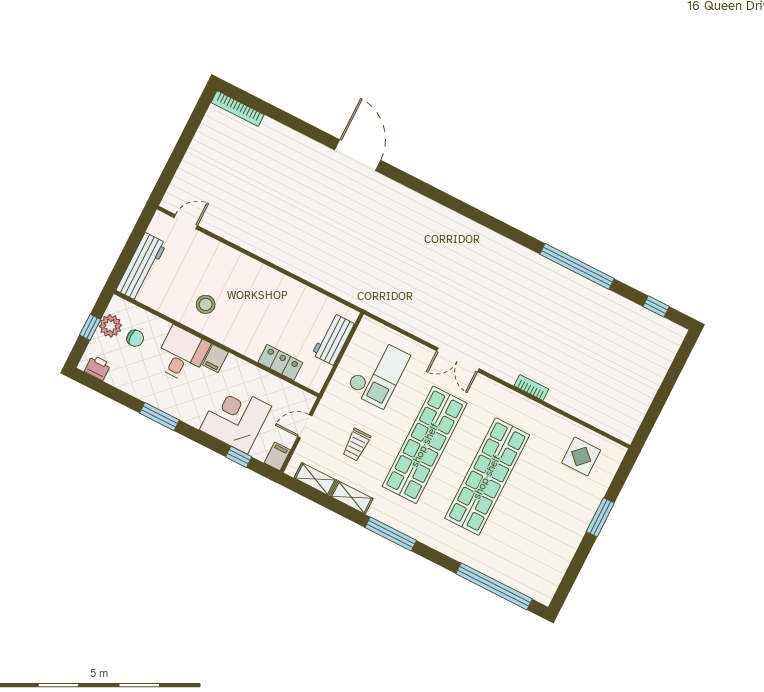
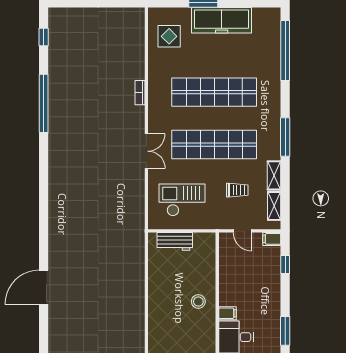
stool: (206, 304) -> (198, 302), moved
locker: (280, 362) -> (208, 269), removed
corner desk: (236, 418) -> (260, 280), removed
freezer: (568, 529) -> (222, 20), added

